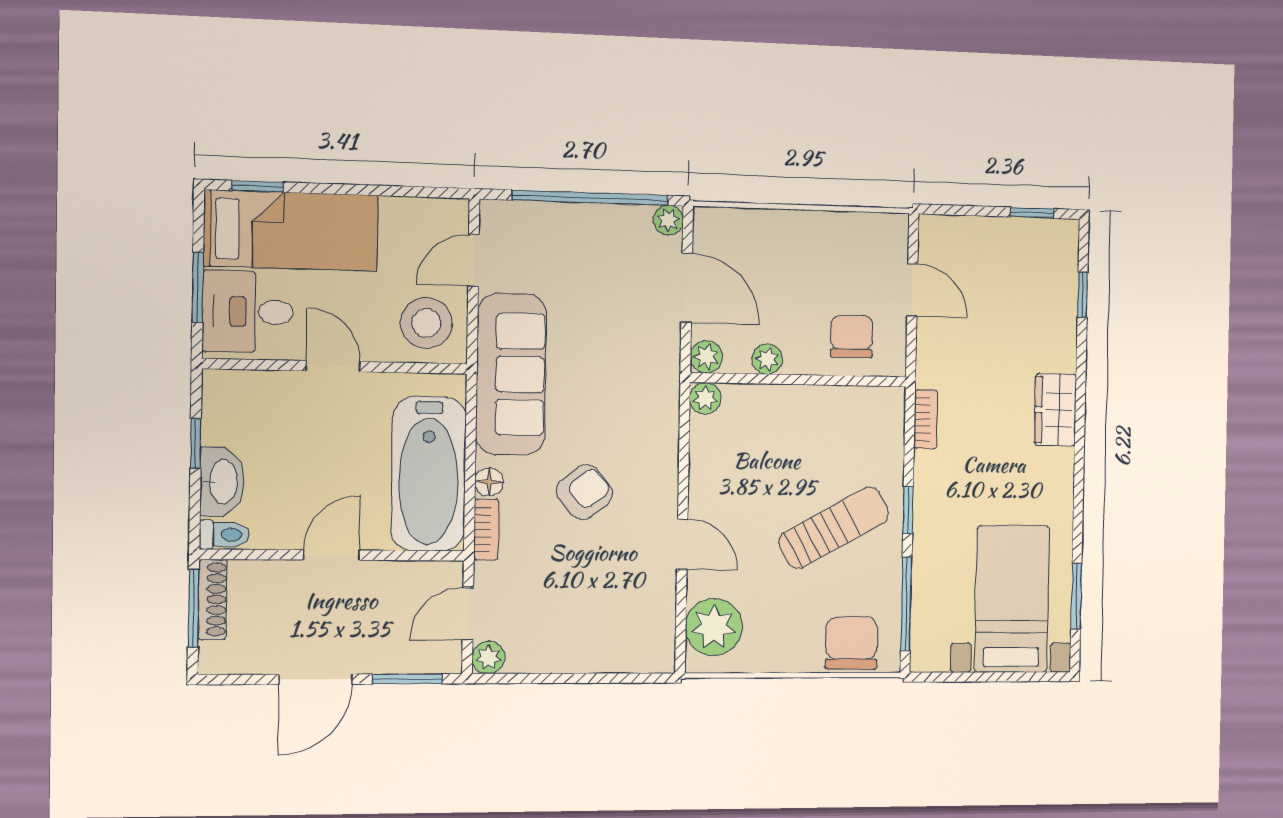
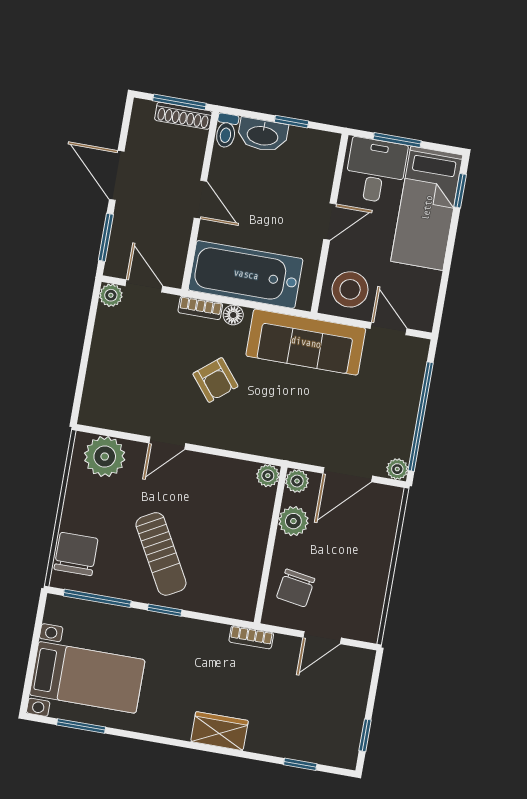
chair: (852, 336) -> (296, 588), turned 99
plant: (767, 359) -> (293, 521), width x1.38, depth x1.38
bookcase: (926, 419) -> (251, 637), moved
chair: (852, 643) -> (76, 554), turned -90

